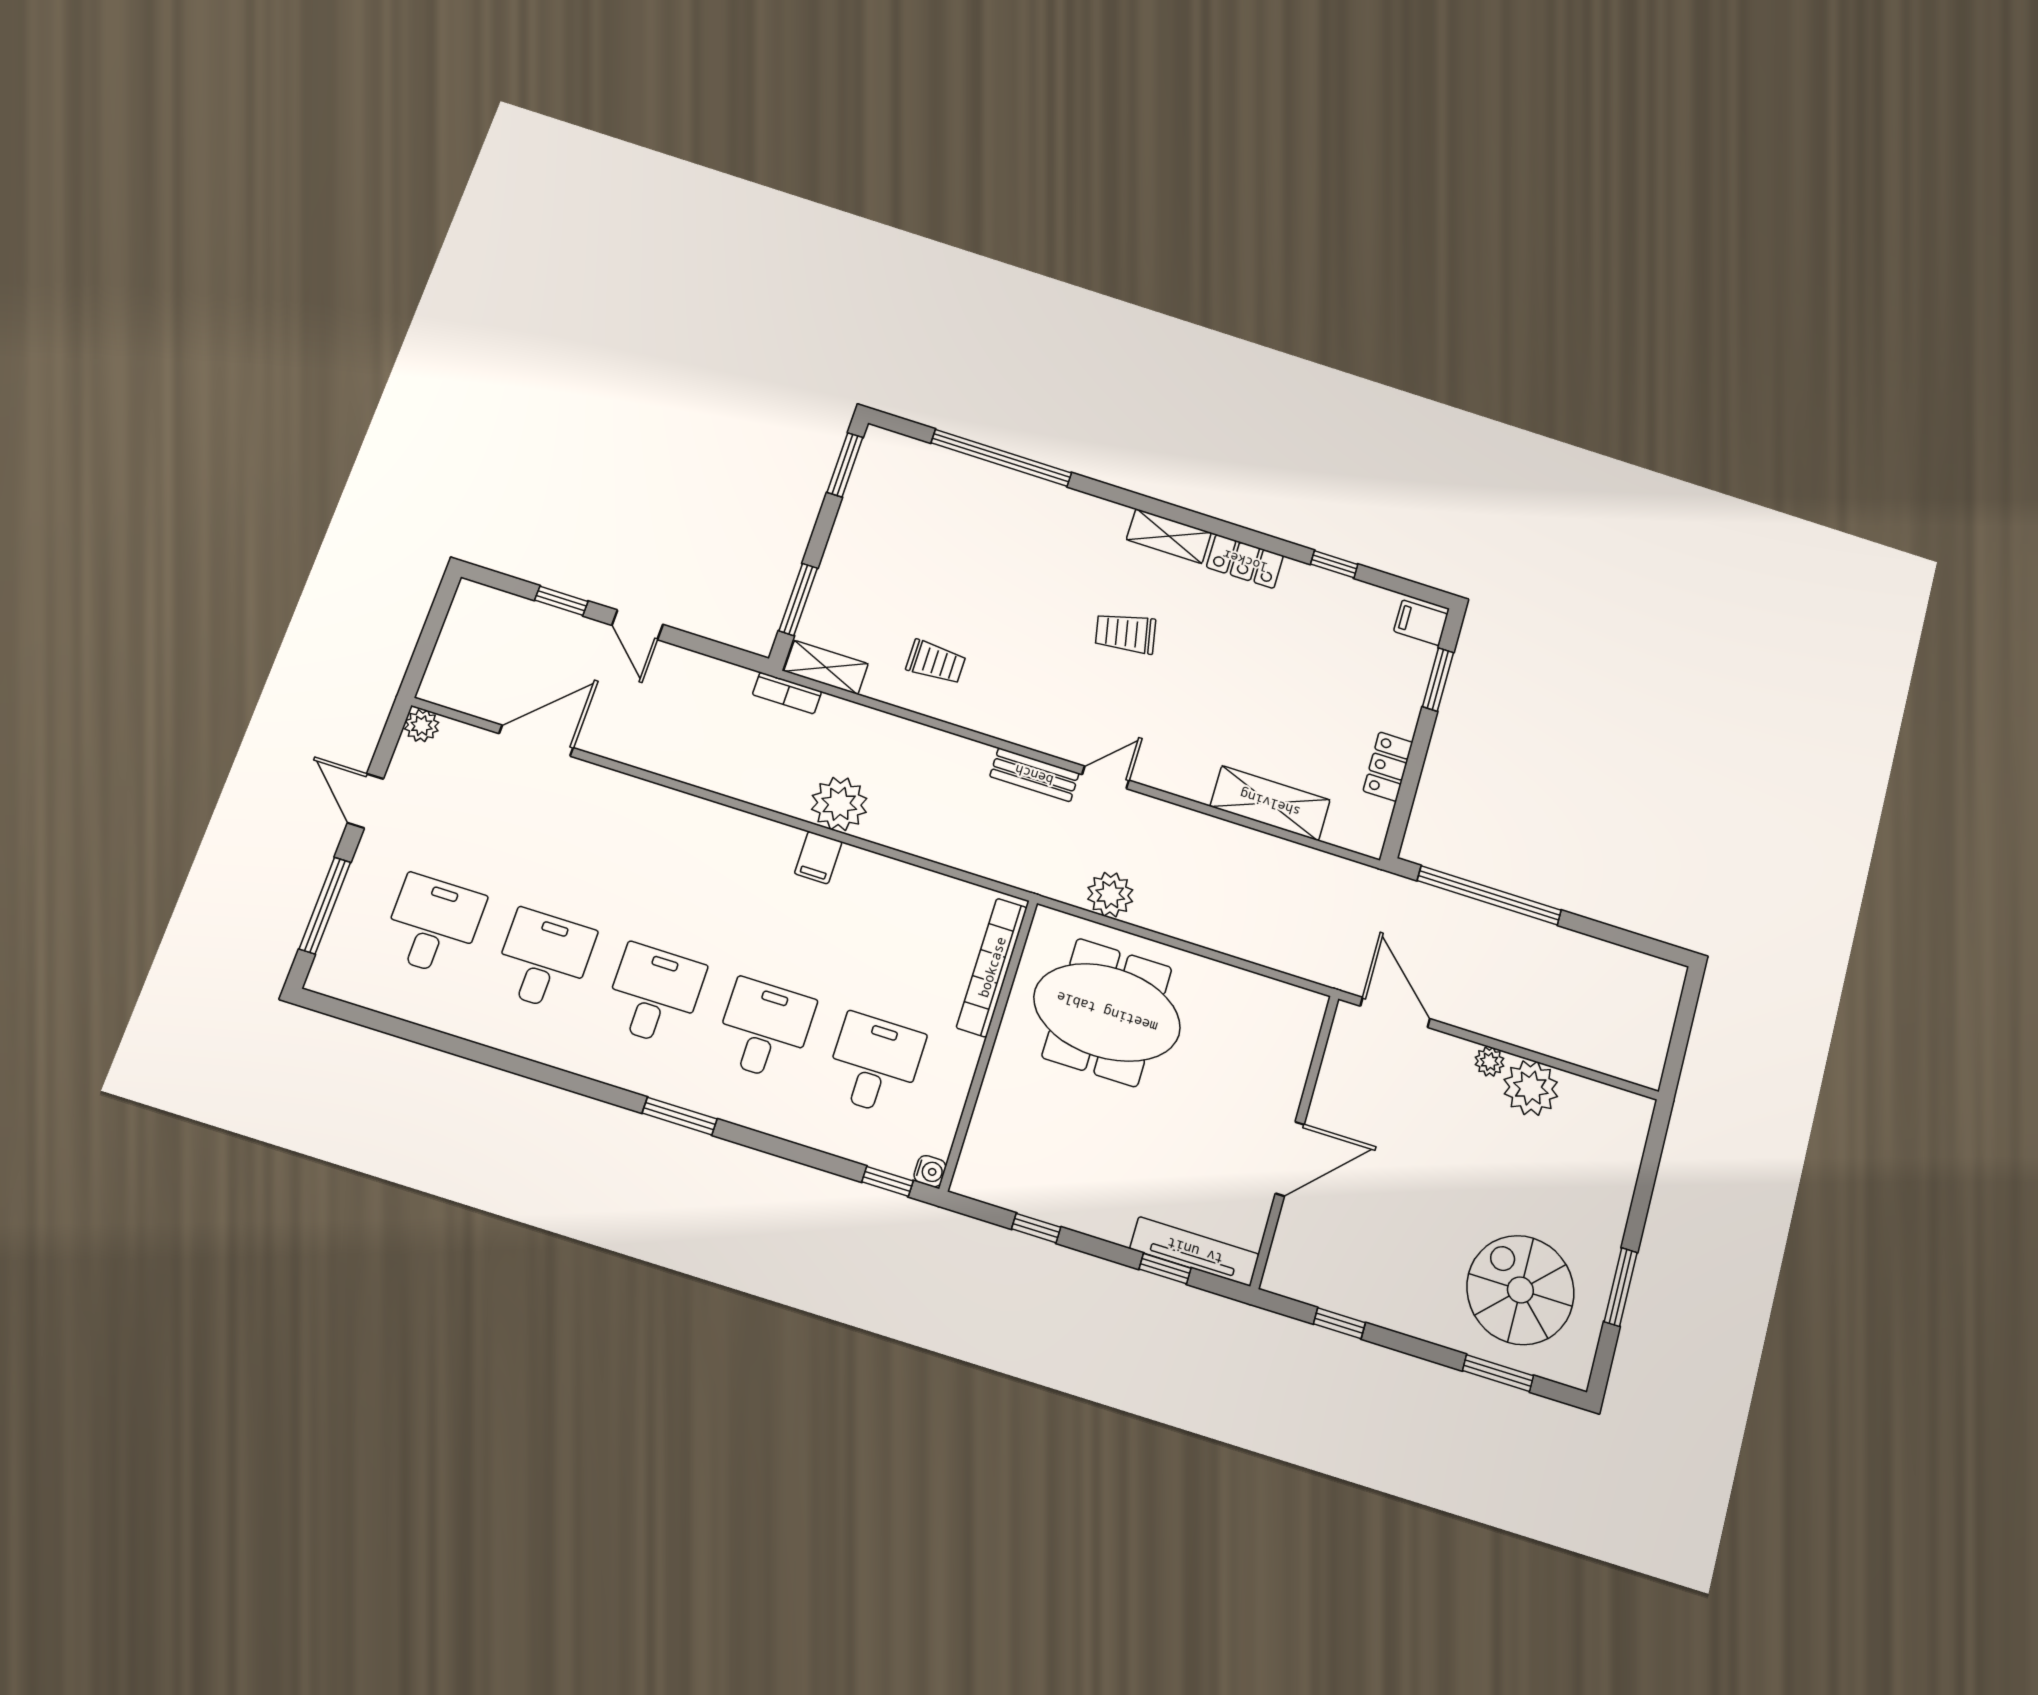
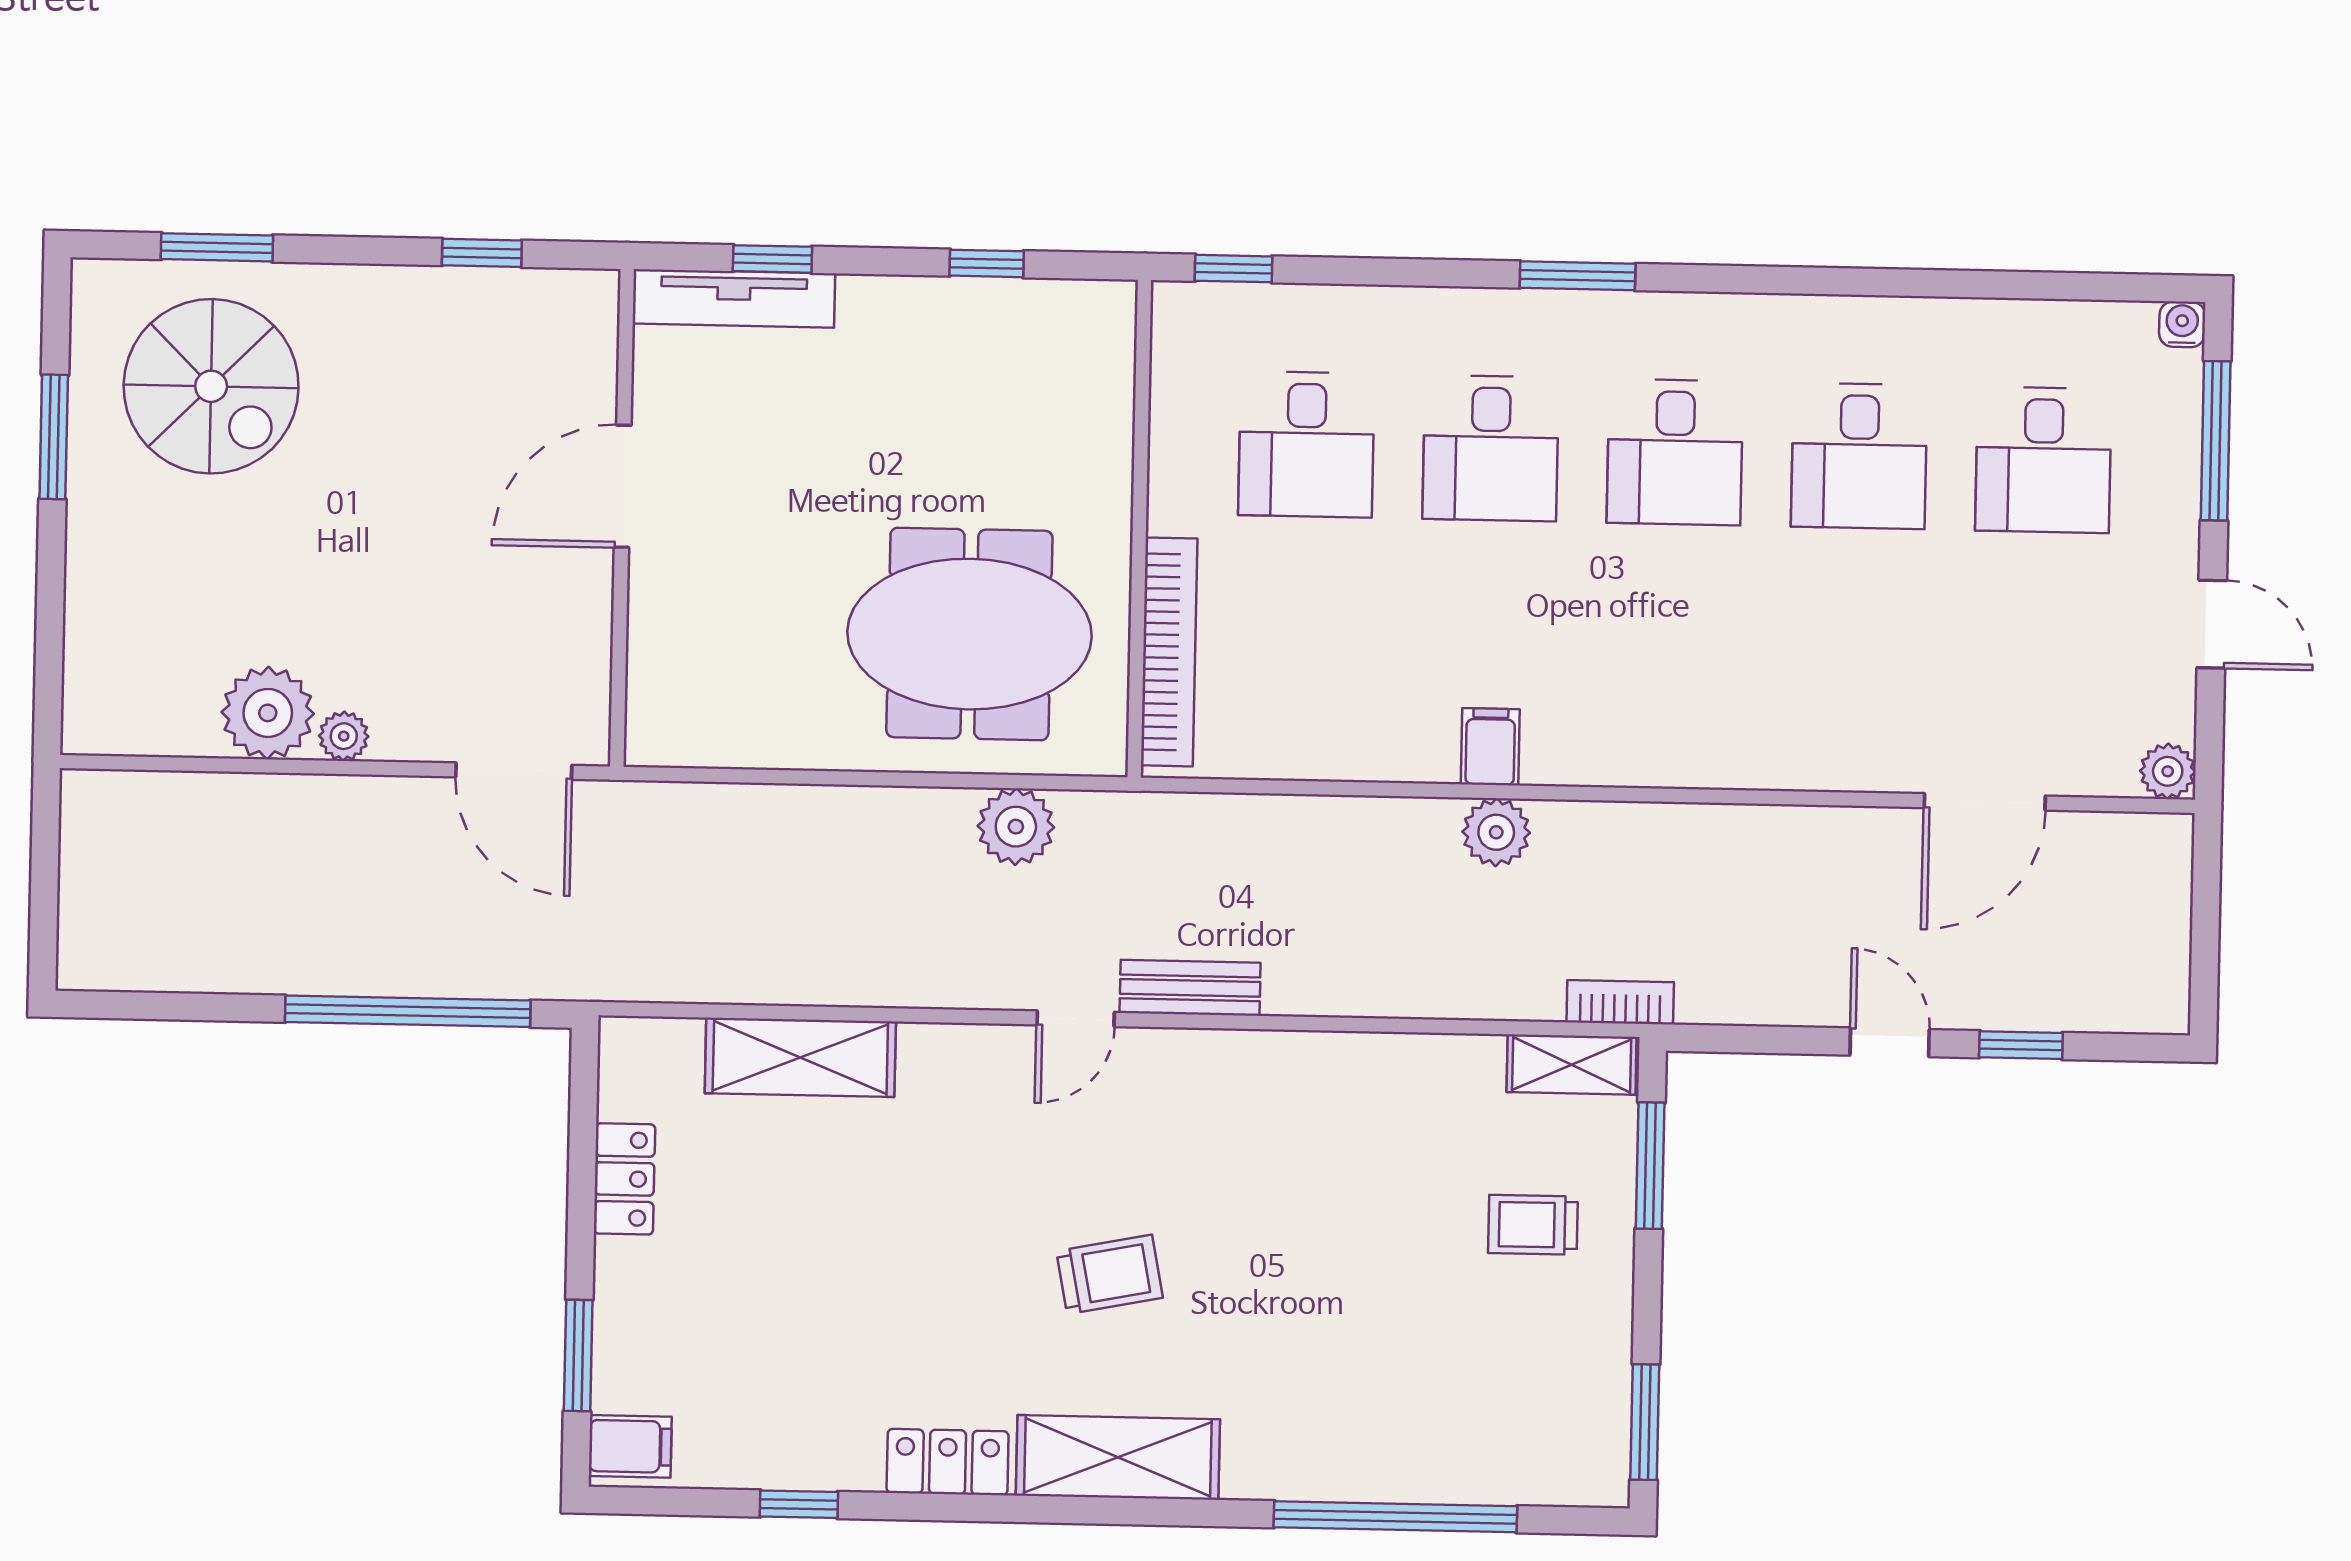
shelving: (1169, 536) -> (1118, 1457), width x1.50, depth x1.33
trolley: (936, 662) -> (1533, 1225), moved
plant: (839, 804) -> (1496, 832), width x0.73, depth x0.73
water cooler: (930, 1171) -> (2182, 324), moved, turned 90

